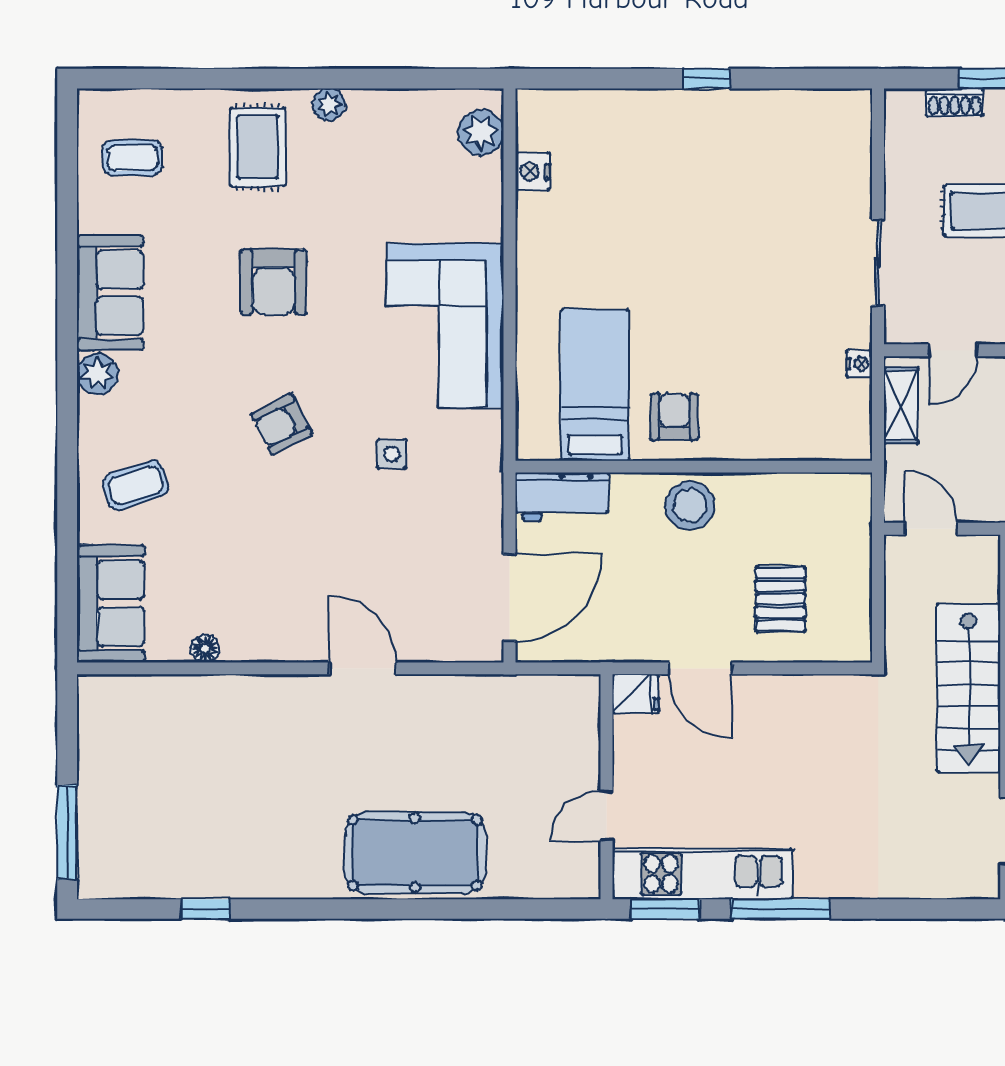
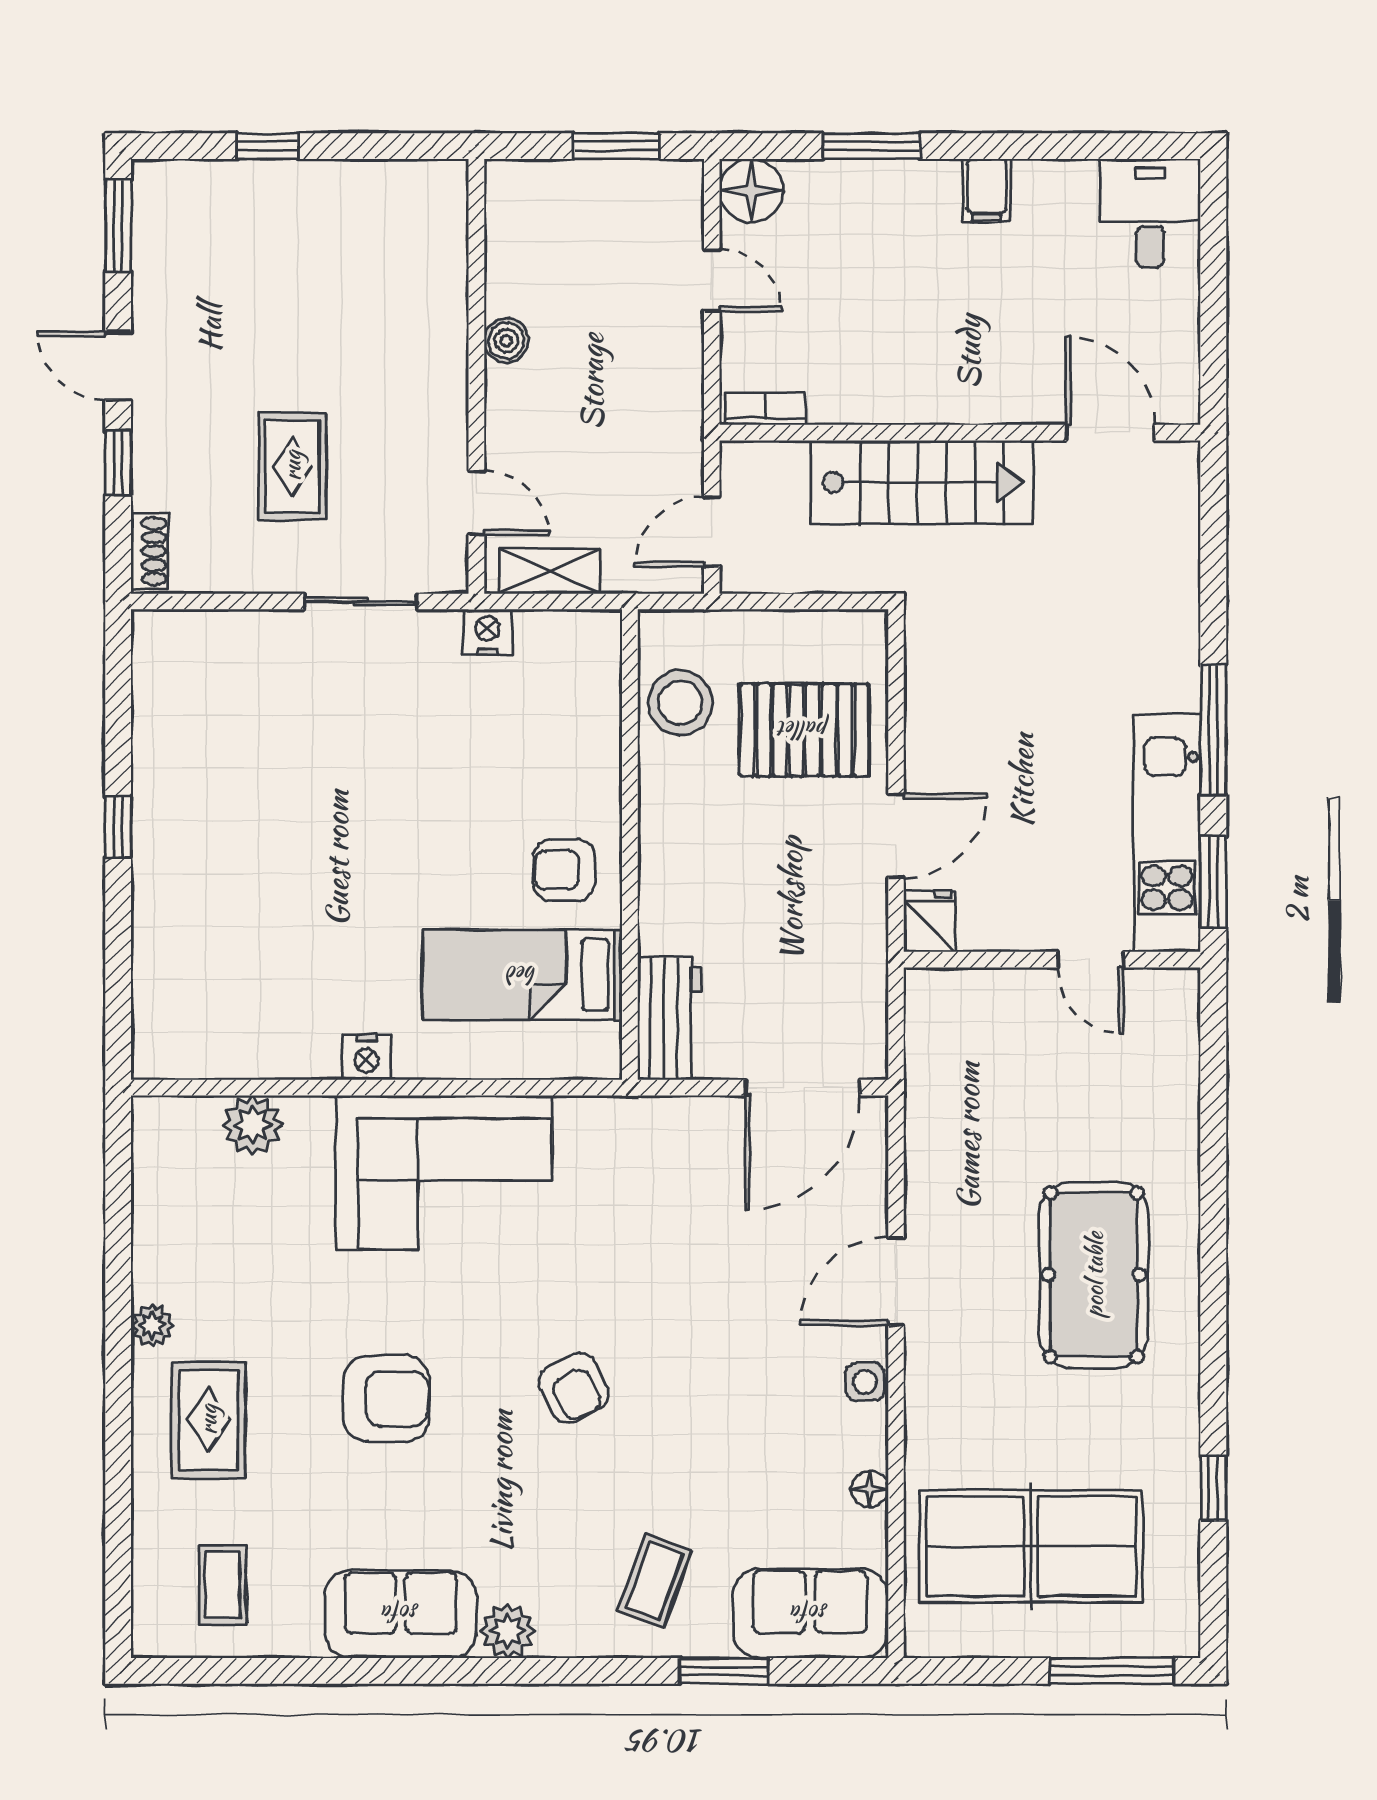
shoe rack: (955, 102) -> (149, 551), moved
plant: (481, 132) -> (253, 1125), moved
rug: (257, 147) -> (208, 1420), turned 90
nightstand: (533, 172) -> (367, 1057), moved
nightstand: (859, 364) -> (487, 632), width x1.39, depth x1.35
side table: (392, 454) -> (865, 1382), moved
coffee table: (135, 485) -> (654, 1581), turned 38
stool: (690, 506) -> (680, 703), moved
window: (67, 538) -> (724, 1671), added
door: (509, 598) -> (802, 1088), swing flipped
pallet: (780, 599) -> (804, 730), width x1.50, depth x1.42
table tennis table: (162, 771) -> (1031, 1546), added
pool table: (415, 853) -> (1094, 1275), moved

